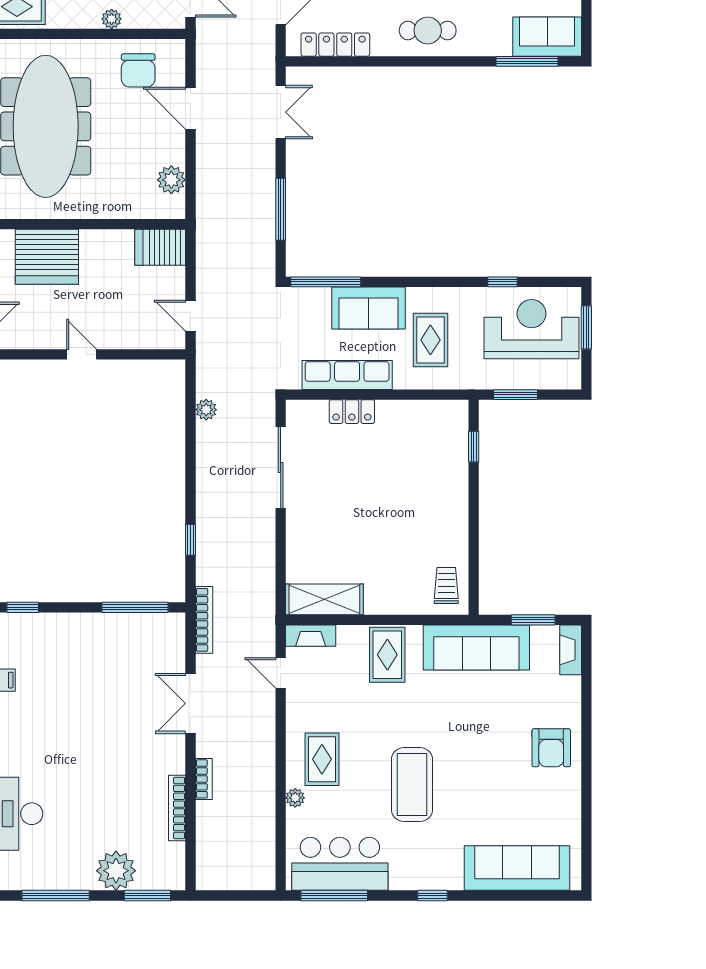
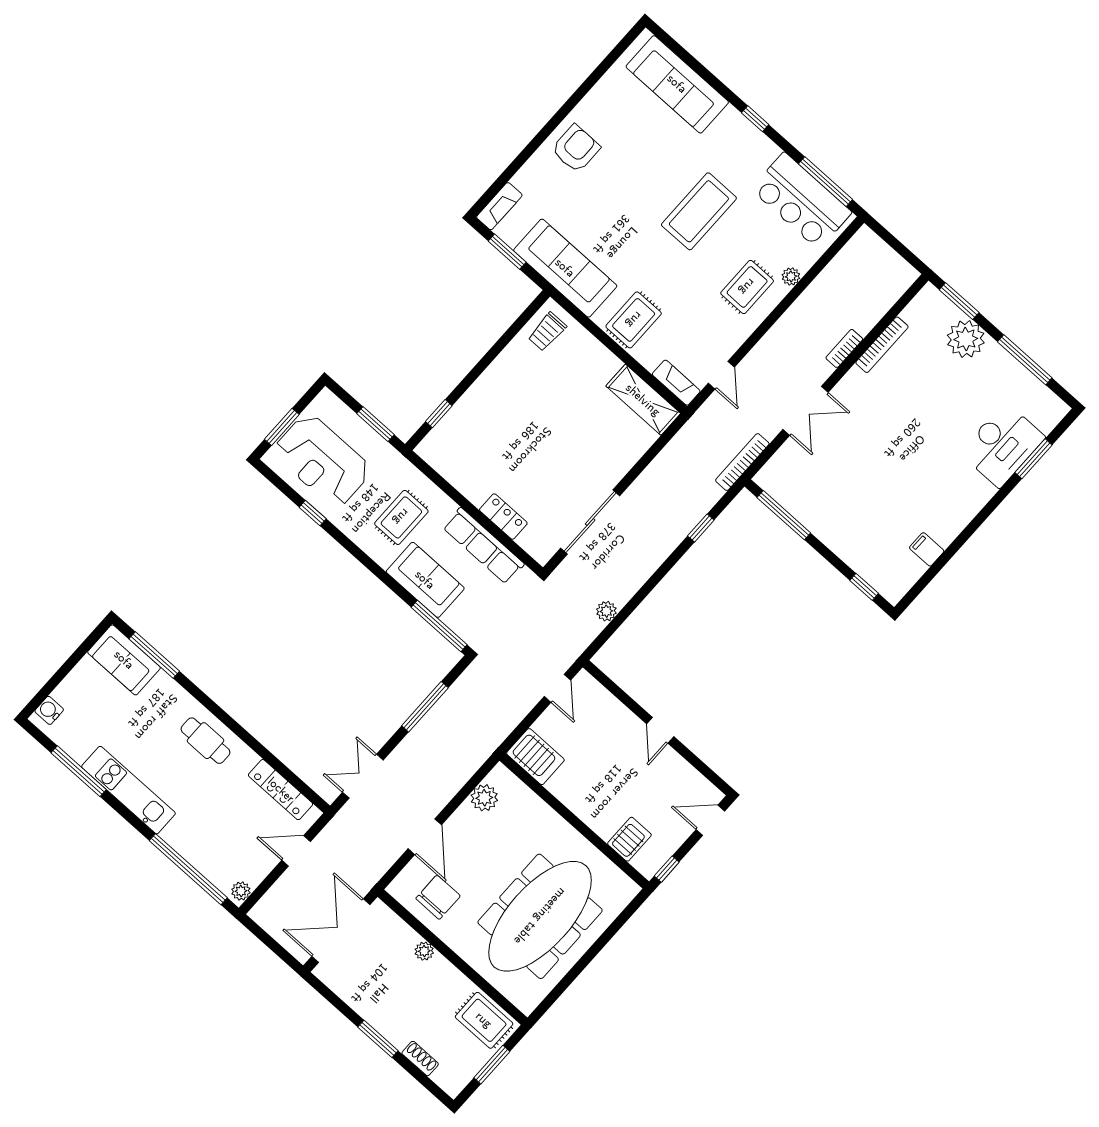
server rack: (47, 257) -> (629, 839), width x0.46, depth x0.70

